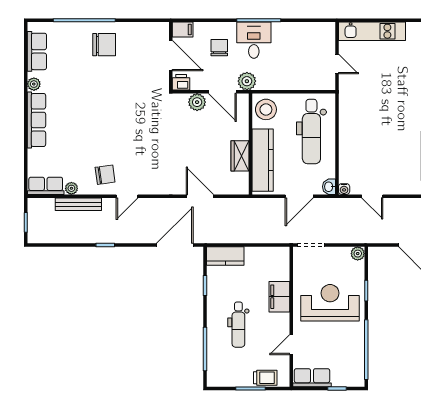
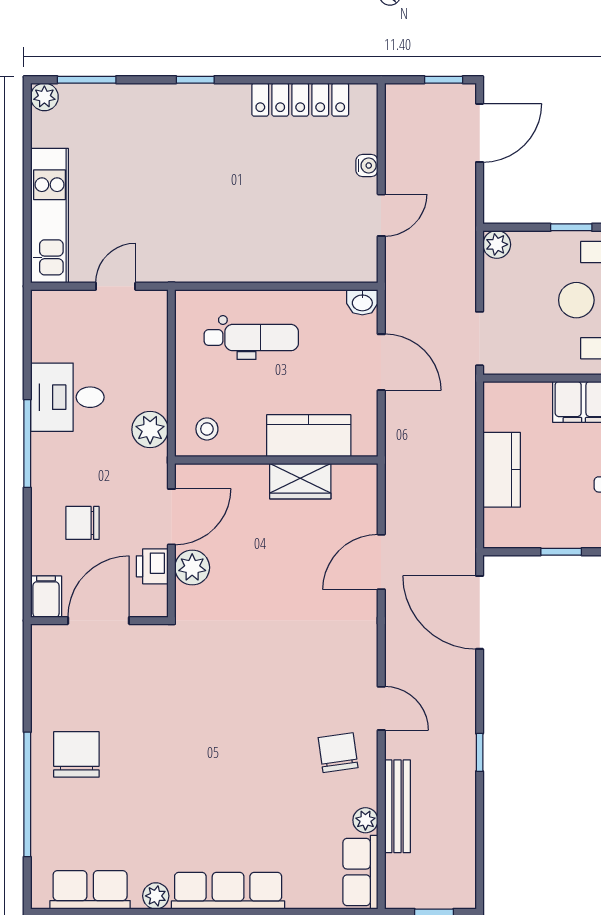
desk: (254, 40) -> (67, 397), moved
plant: (247, 81) -> (150, 430), moved
printer: (181, 82) -> (152, 566), moved
stool: (266, 109) -> (207, 429), width x0.53, depth x0.53
dental chair: (311, 132) -> (251, 338), width x0.73, depth x0.72
kitchen counter: (263, 160) -> (309, 436), width x0.67
water cooler: (344, 189) -> (367, 165), moved
kitchen counter: (225, 256) -> (502, 470), moved

